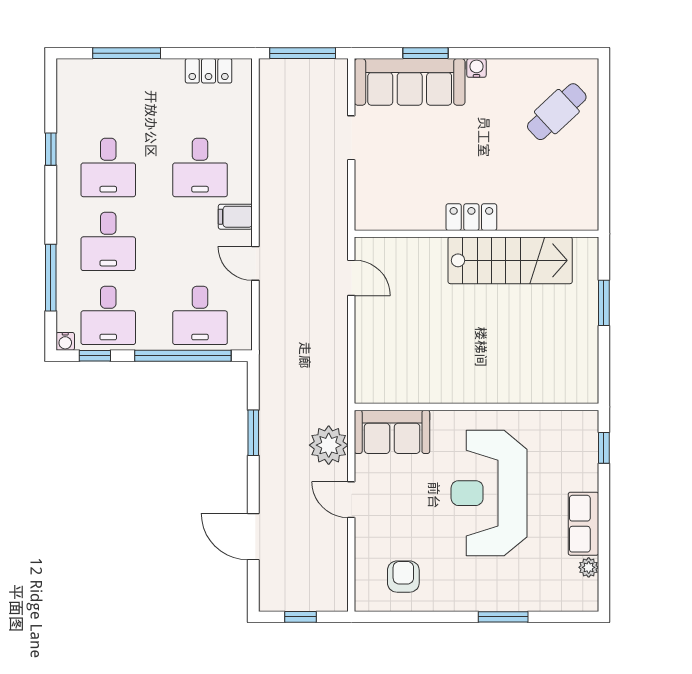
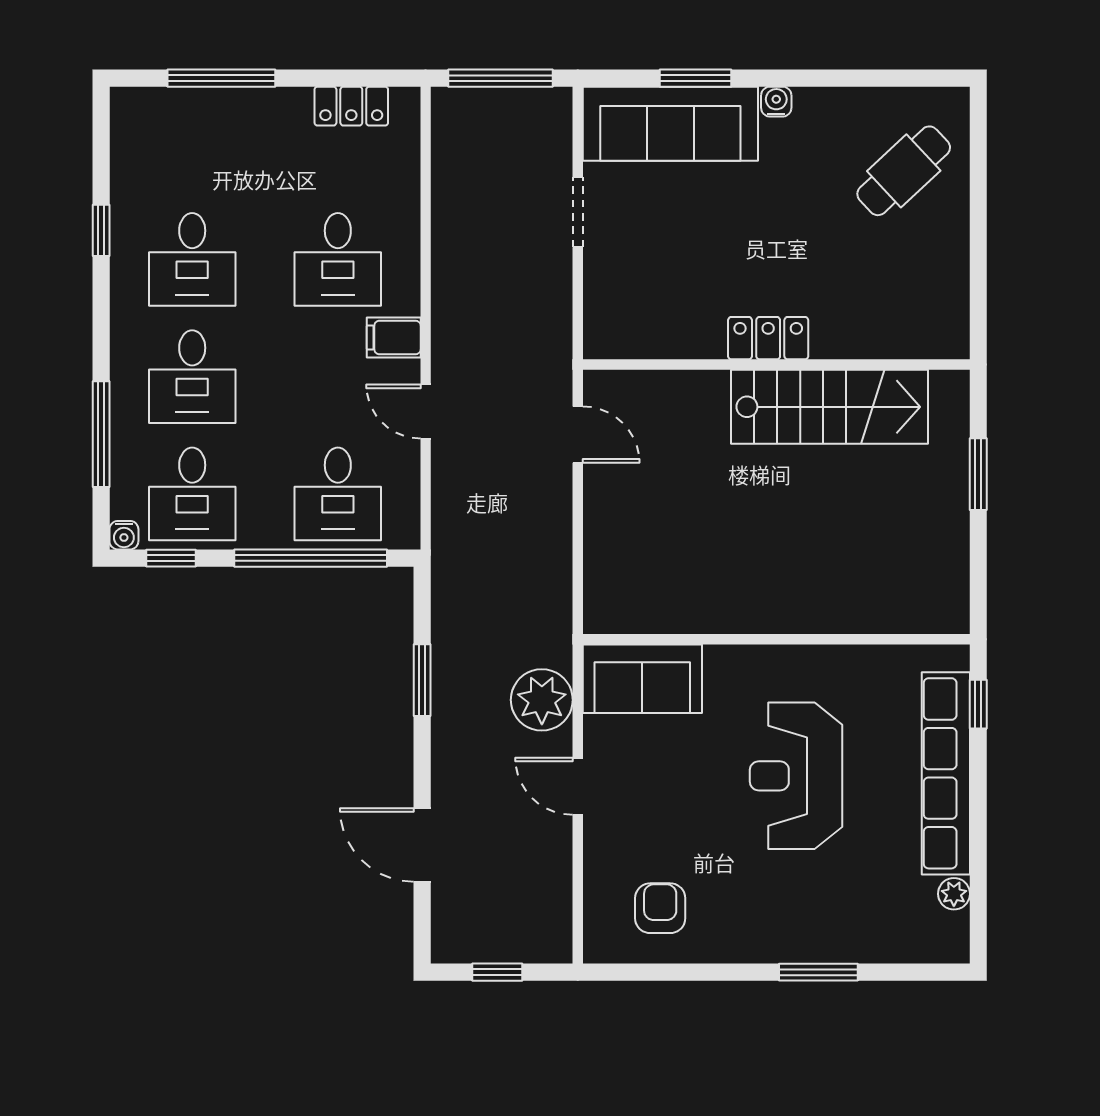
reception desk: (489, 493) -> (796, 776), width x0.74, depth x0.77
row of seats: (583, 524) -> (946, 773), width x2.02

